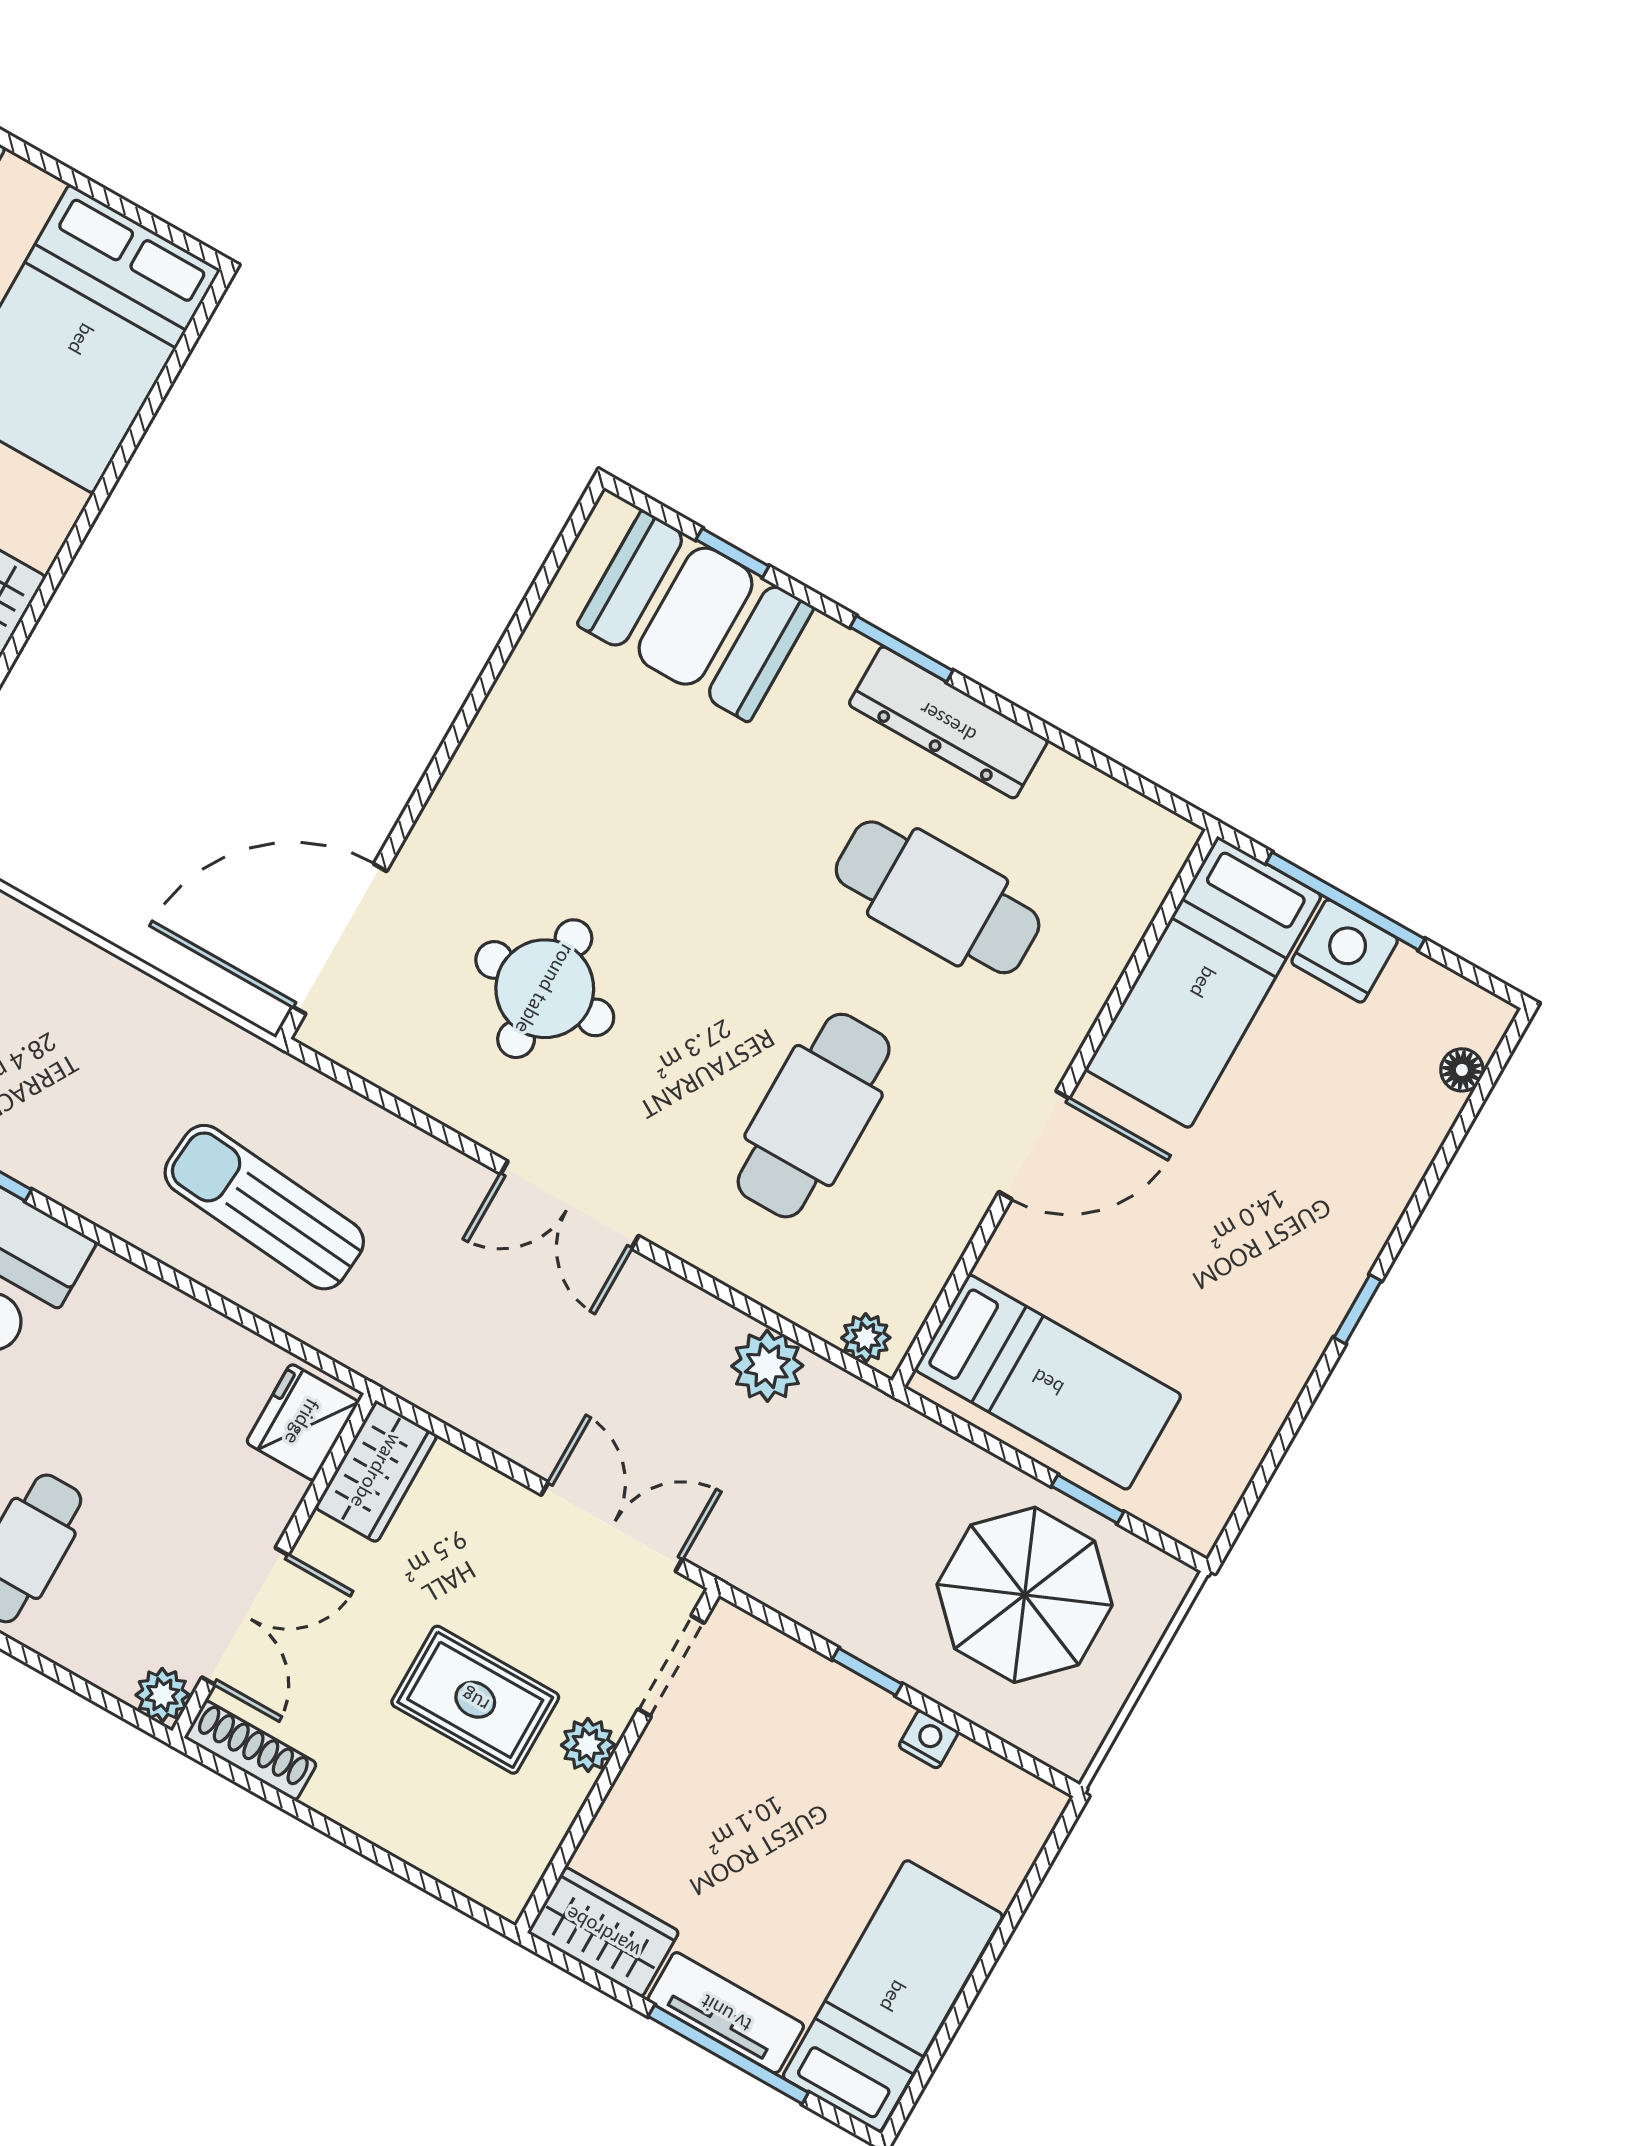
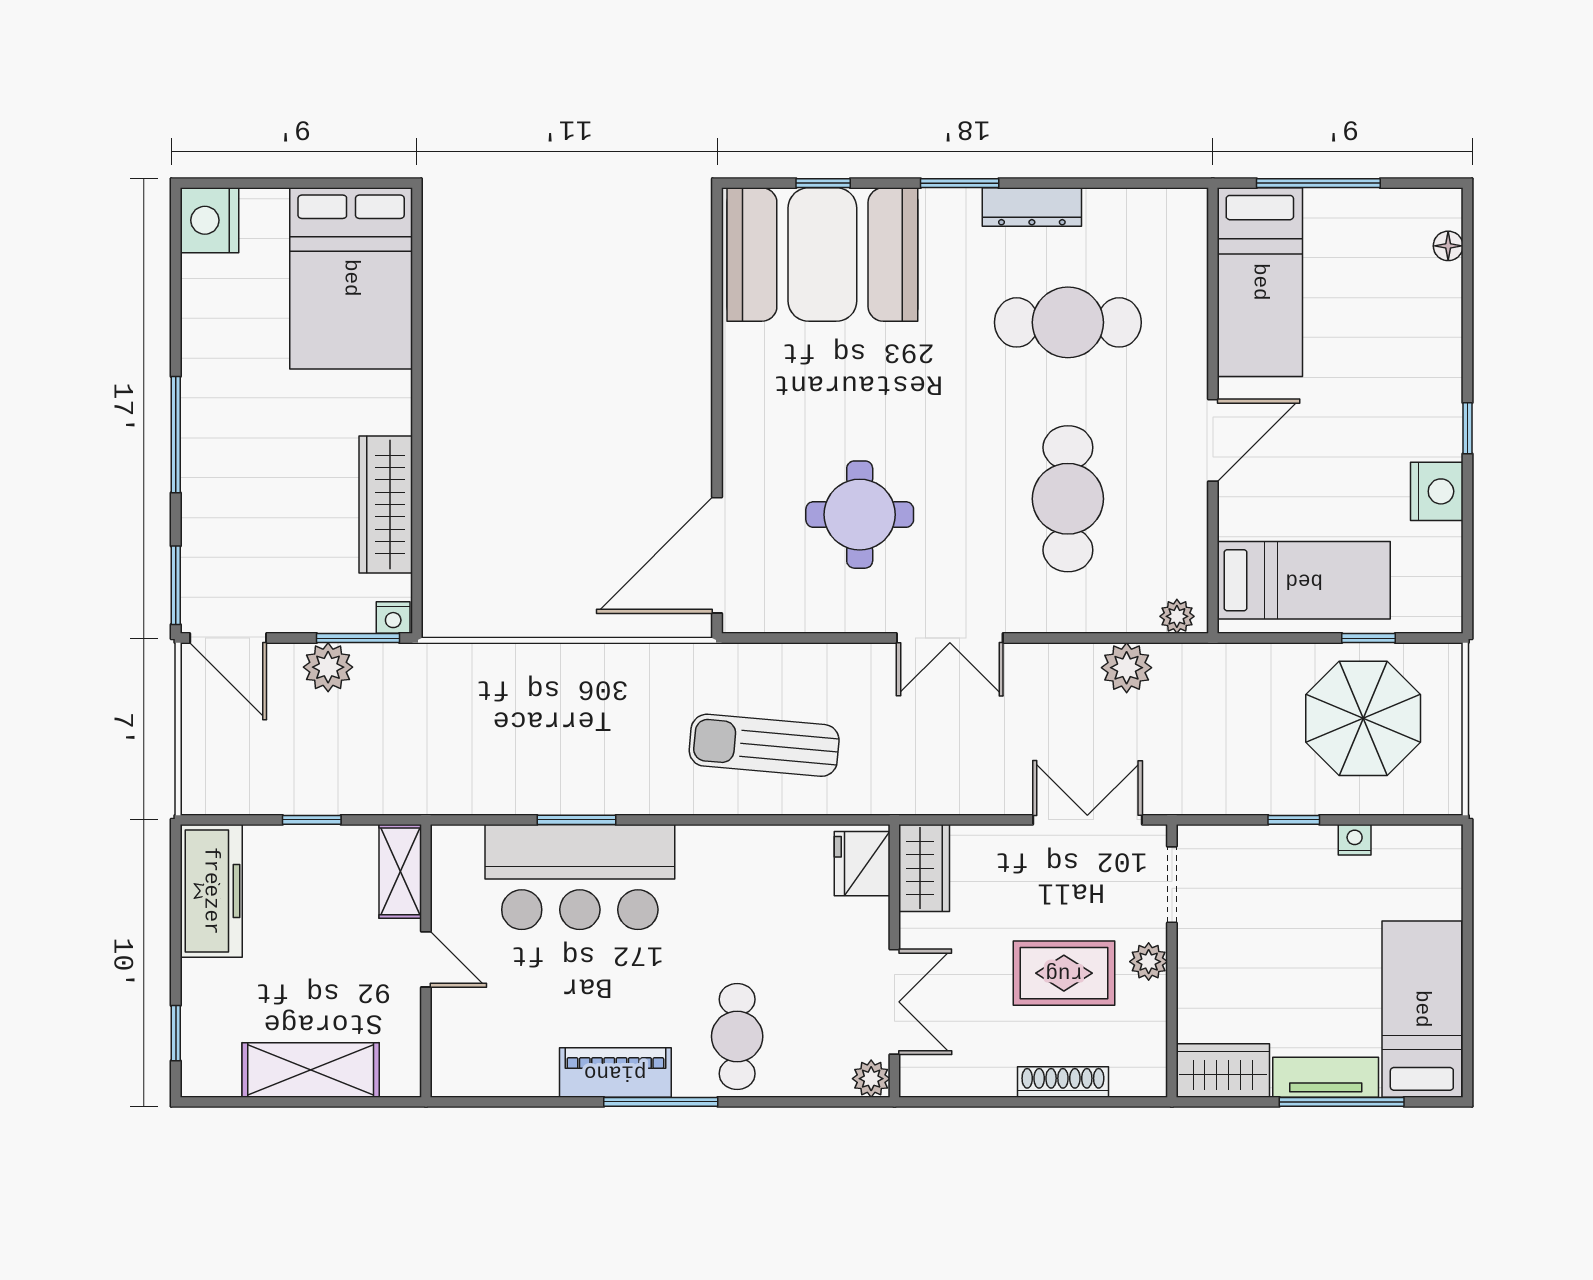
booth: (695, 616) -> (822, 255), width x1.36, depth x1.42
dresser: (948, 722) -> (1032, 207), width x0.73, depth x0.80
nightstand: (1345, 951) -> (1437, 491), moved, turned 90
shoe rack: (251, 1750) -> (1063, 1082), moved

